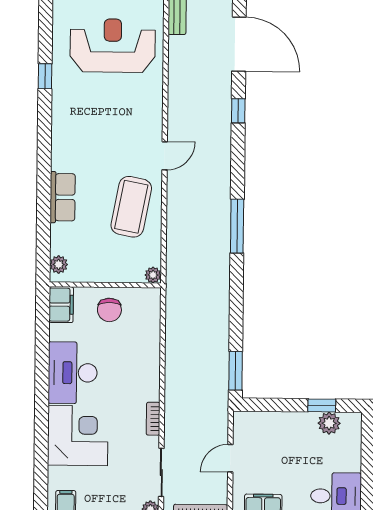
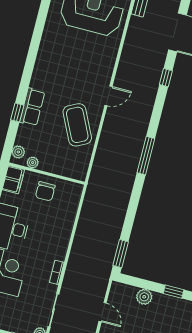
window: (45, 76) -> (17, 112), moved
coffee table: (131, 207) -> (77, 125), turned -37
plant: (153, 275) -> (33, 163), moved
plant: (329, 423) -> (144, 297), moved
door: (230, 458) -> (103, 312), swing flipped

